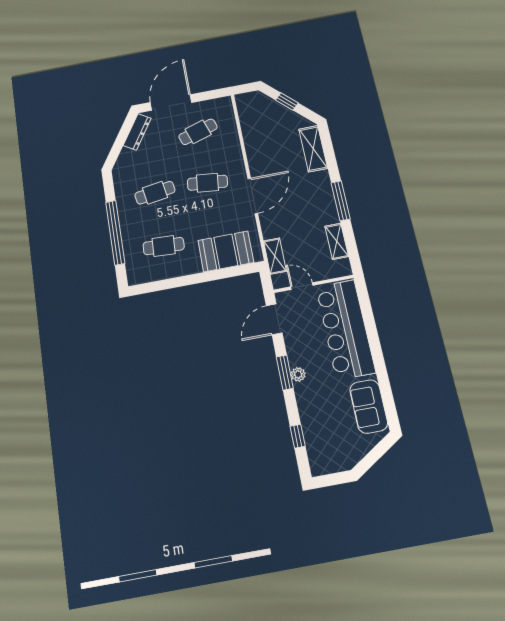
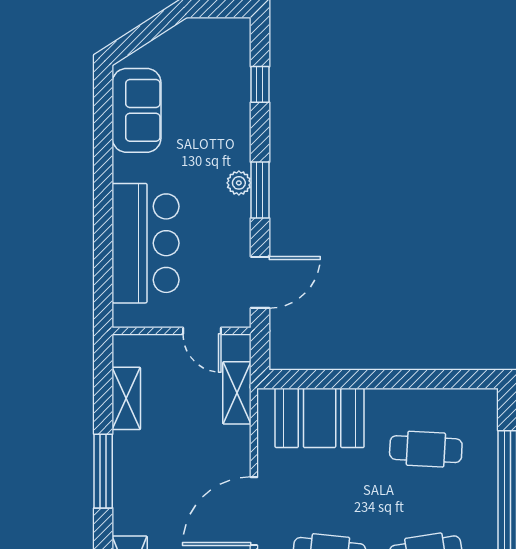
bar counter: (345, 329) -> (146, 243), width x0.73

